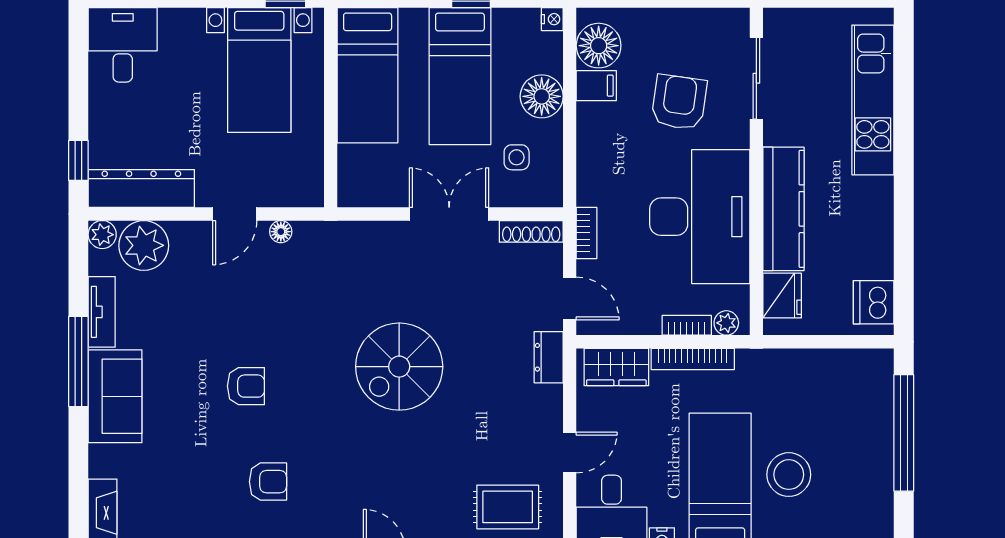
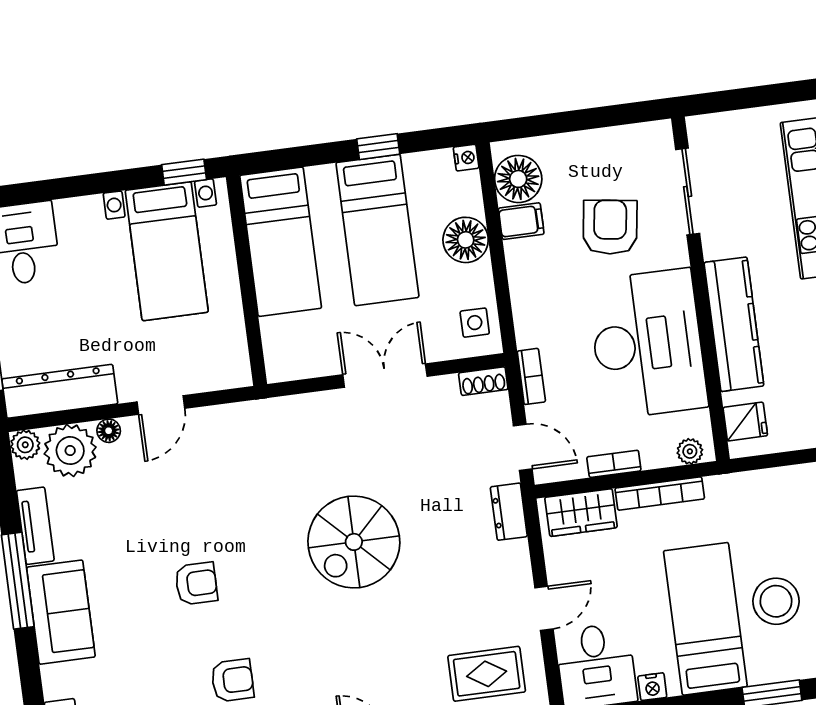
side table: (517, 157) -> (475, 323), moved
shoe rack: (531, 231) -> (483, 381), width x0.70
floor lamp: (281, 232) -> (109, 431), moved
fridge: (782, 296) -> (745, 422), width x0.72
bookcase: (687, 325) -> (614, 464), moved

